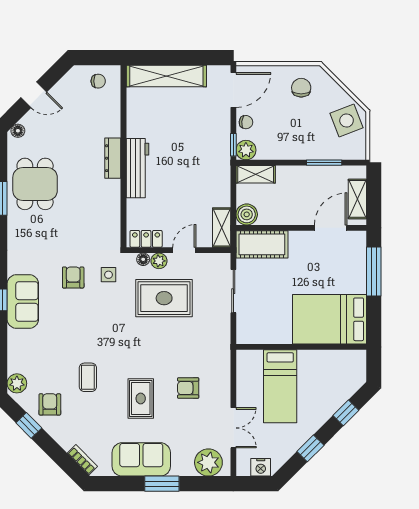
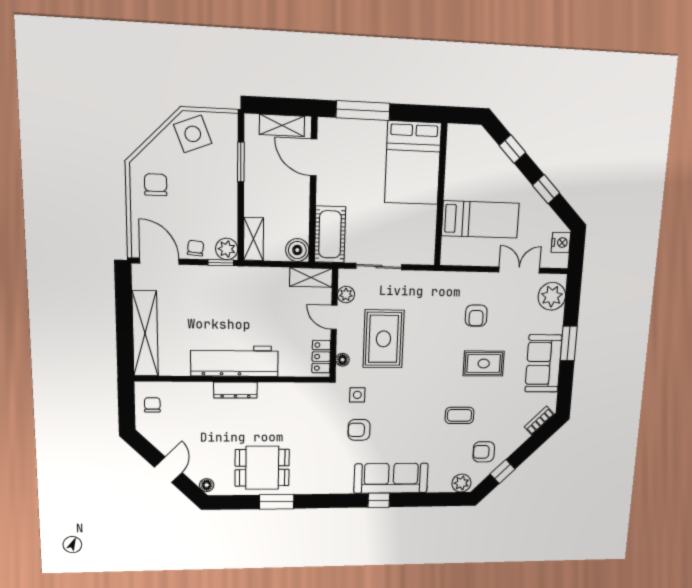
chair: (301, 88) -> (156, 185), turned 90
workbench: (137, 168) -> (235, 361), width x1.36, depth x1.32
plant: (159, 261) -> (346, 295), moved
sofa: (23, 302) -> (391, 478), width x1.36

